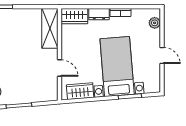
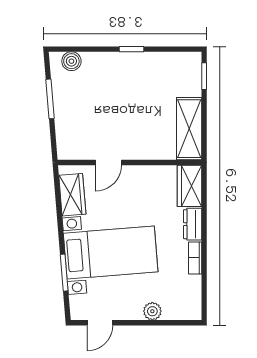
plant: (155, 23) -> (152, 311), moved
shelving: (50, 28) -> (189, 129), moved, turned 90
door: (162, 56) -> (100, 323), moved

